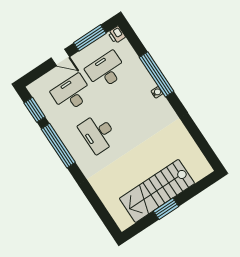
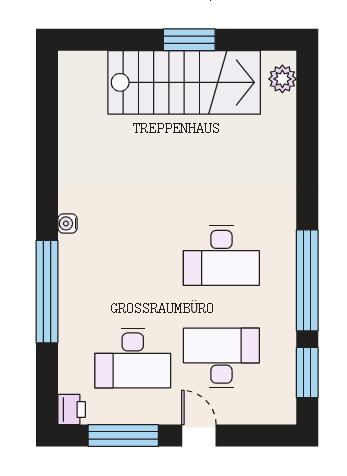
water cooler: (157, 92) -> (67, 223), moved
desk: (72, 93) -> (221, 358), turned 180
desk: (98, 133) -> (221, 256), turned 90
plant: (120, 218) -> (282, 79), added

